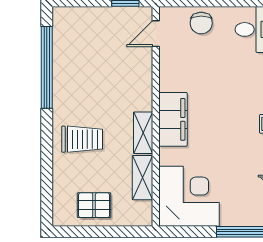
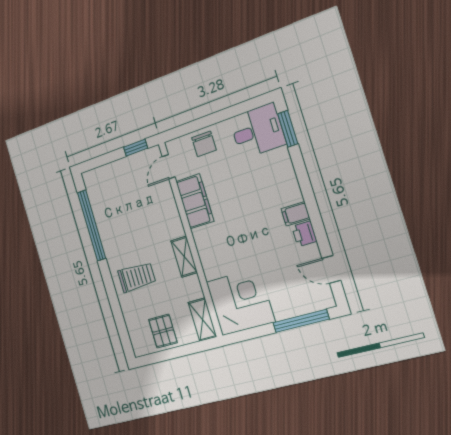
filing cabinet: (173, 119) -> (195, 201), moved
shelving: (142, 178) -> (202, 320), moved
pallet: (94, 205) -> (163, 331), turned 90

